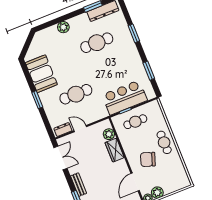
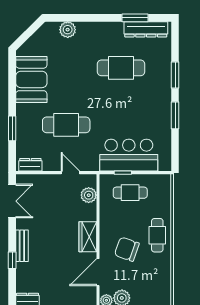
plant: (63, 27) -> (68, 30), moved
window: (149, 71) -> (175, 115), moved
window: (37, 100) -> (12, 128), moved
door: (80, 129) -> (70, 173), moved
wardrobe: (115, 150) -> (88, 237), moved

